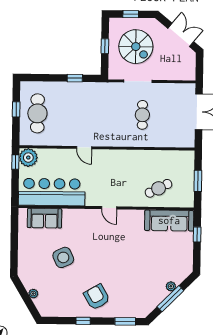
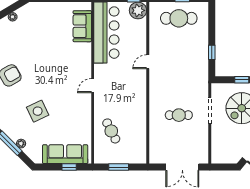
sofa: (169, 220) -> (65, 154), moved, turned 90
side table: (63, 257) -> (38, 111), moved

